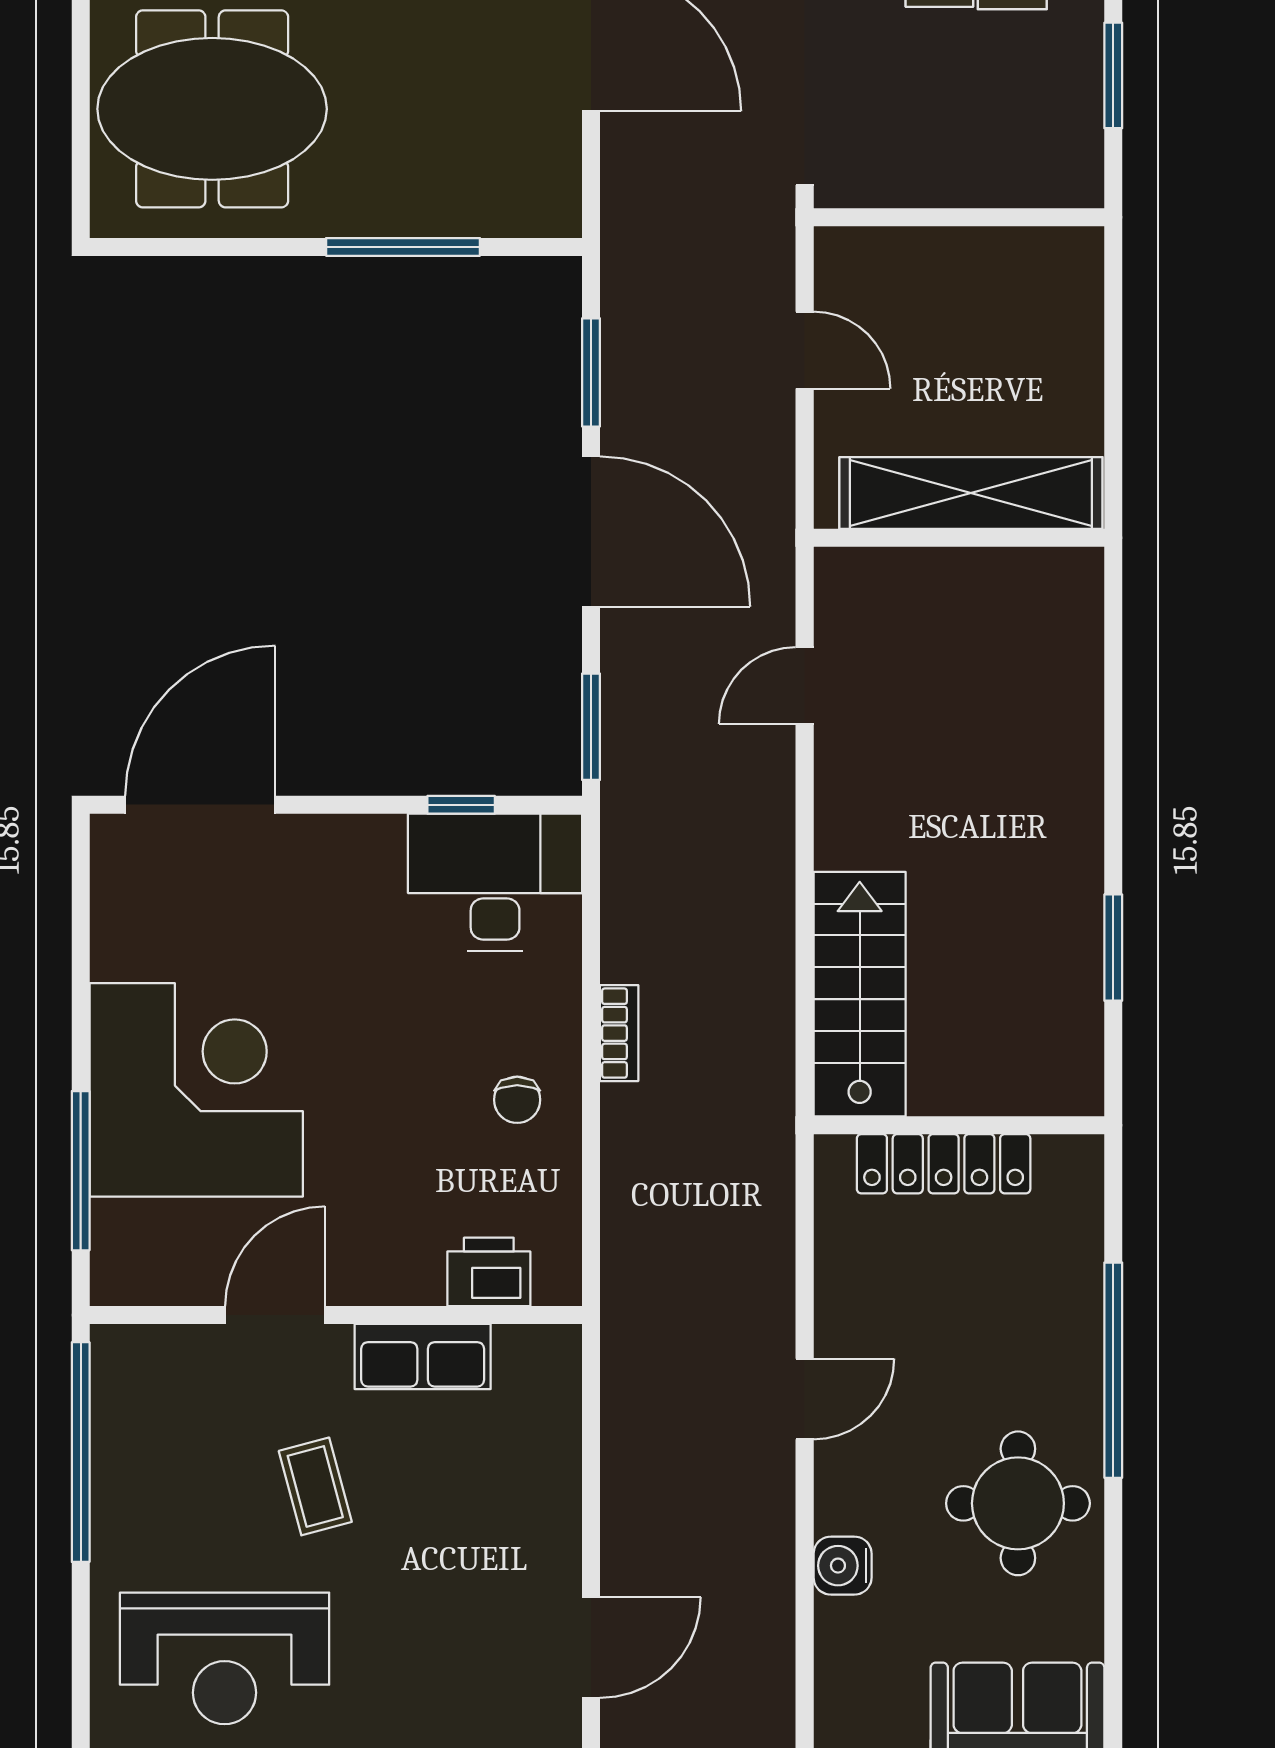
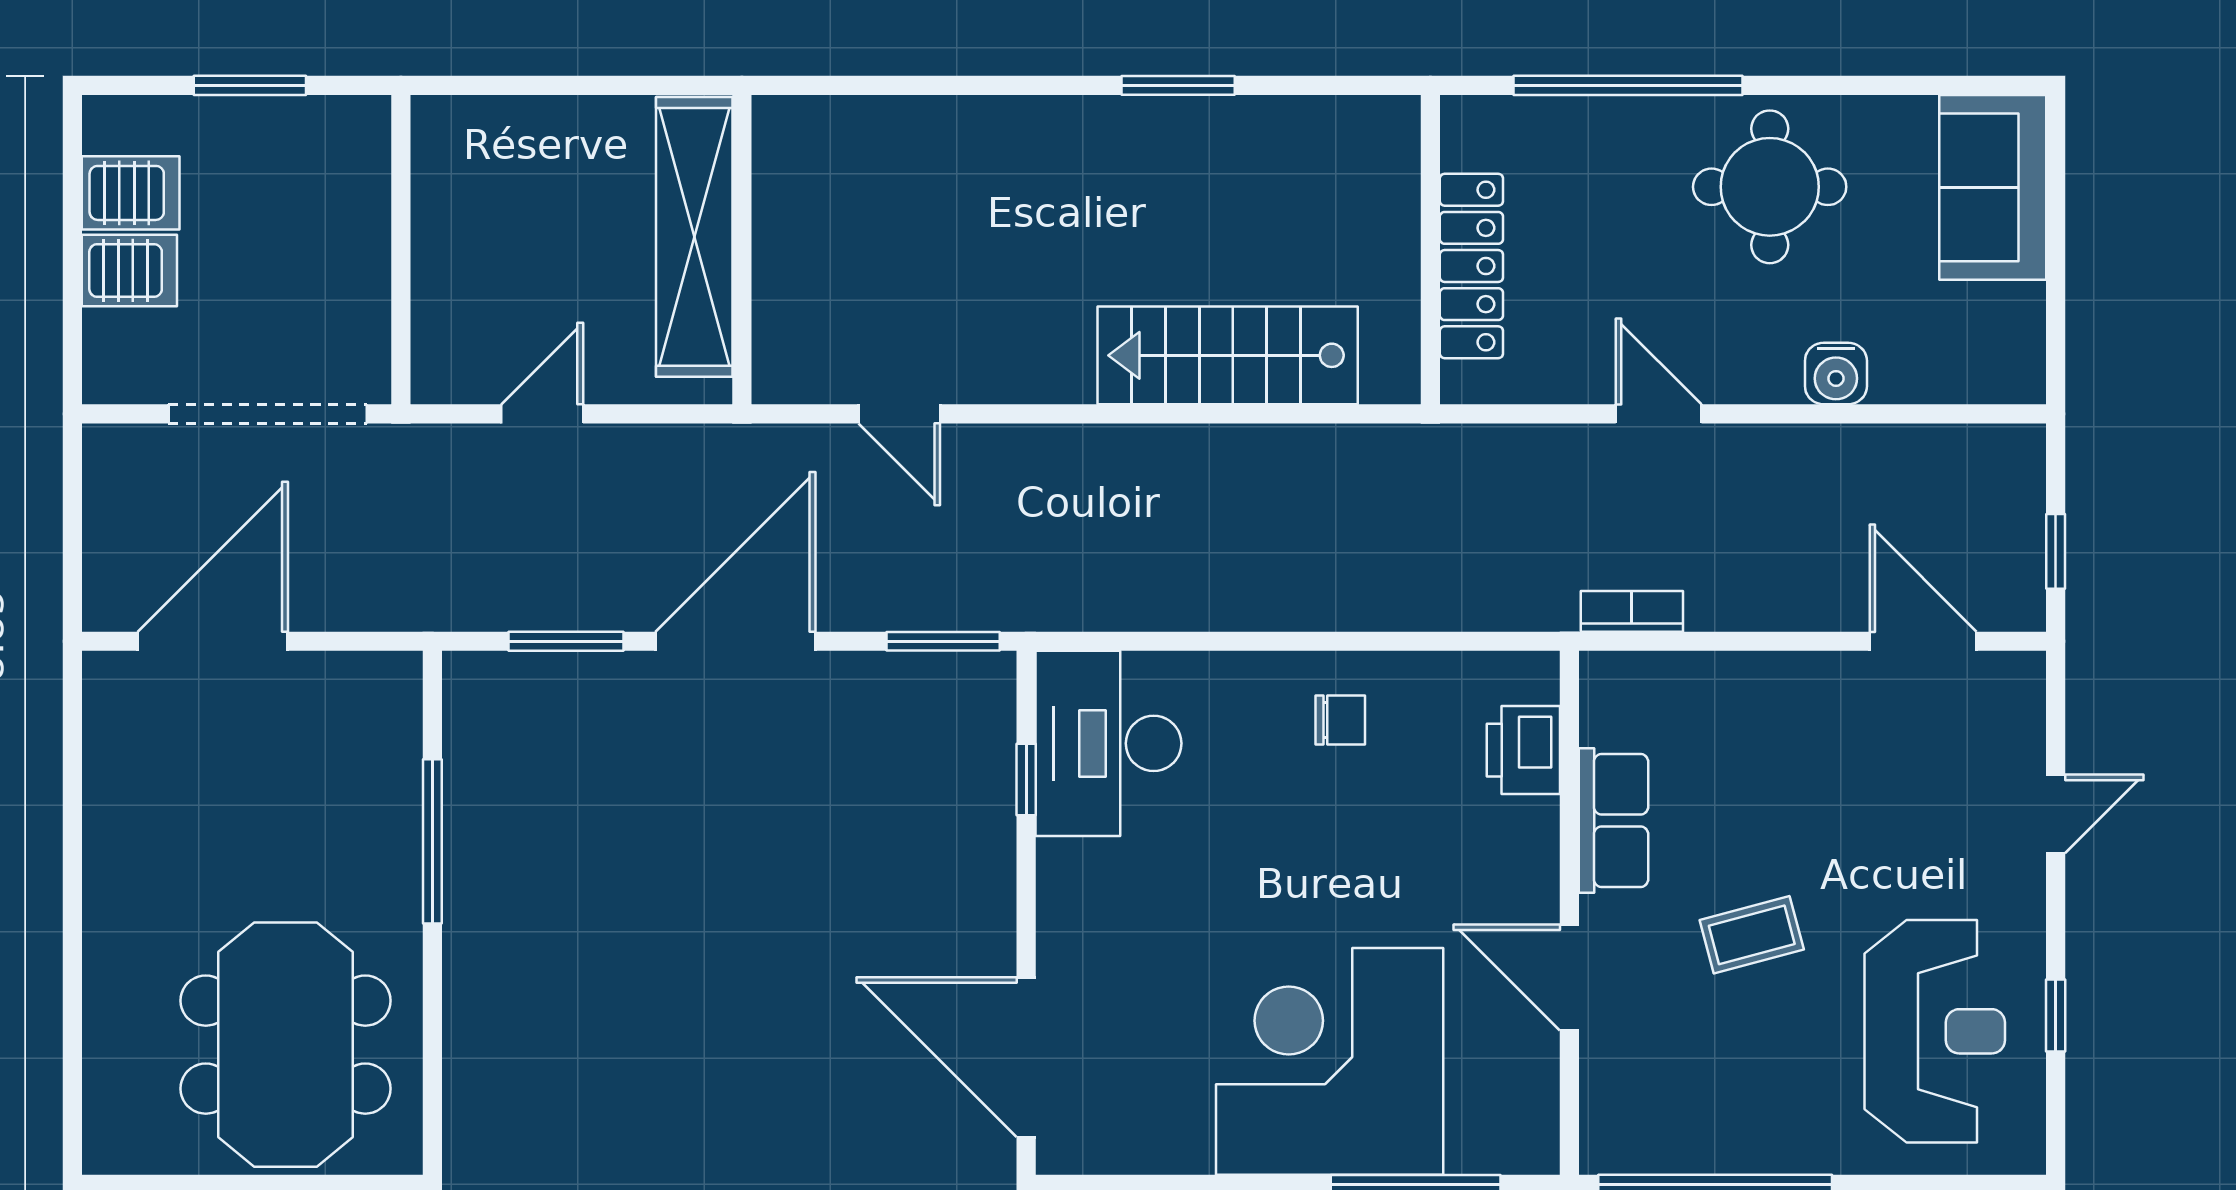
bookcase: (619, 1033) -> (1632, 611), moved
wall: (959, 1125) -> (1430, 250), moved
locker: (944, 1164) -> (1471, 266), moved

